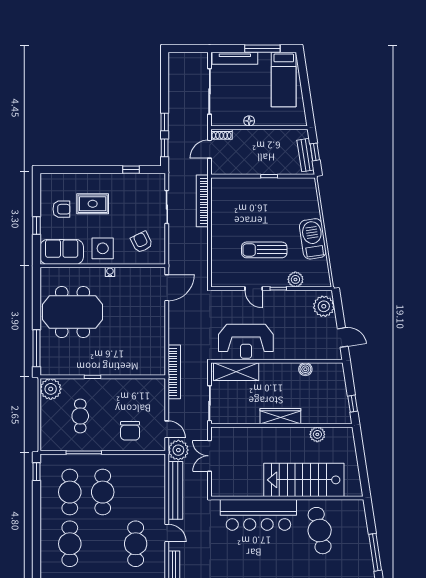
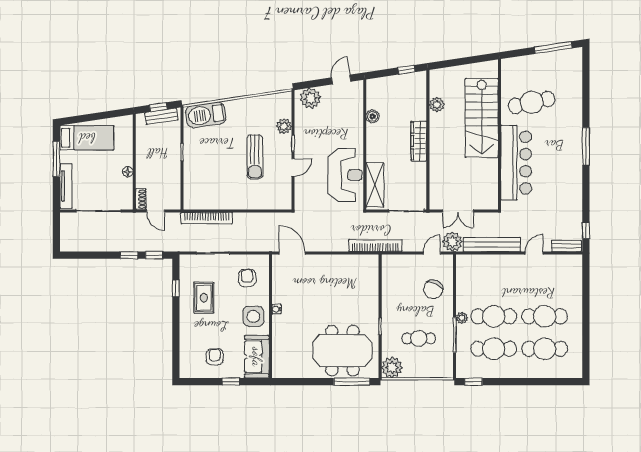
rug: (93, 204) -> (204, 298), moved
barbecue: (313, 239) -> (206, 115), moved
armchair: (142, 242) -> (247, 278), turned 113
meeting table: (72, 312) -> (342, 351), moved, turned 90
chair: (130, 431) -> (433, 289), turned 115
plant: (101, 460) -> (462, 318), added
cafe table: (136, 544) -> (545, 316), moved

